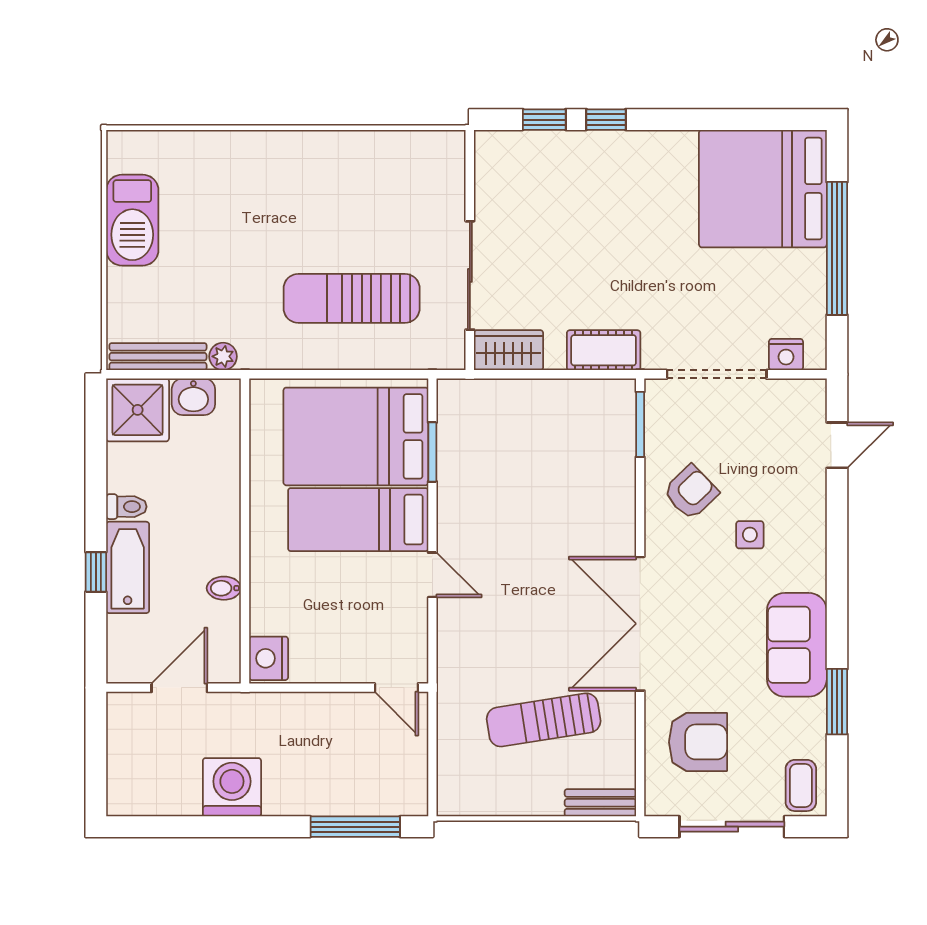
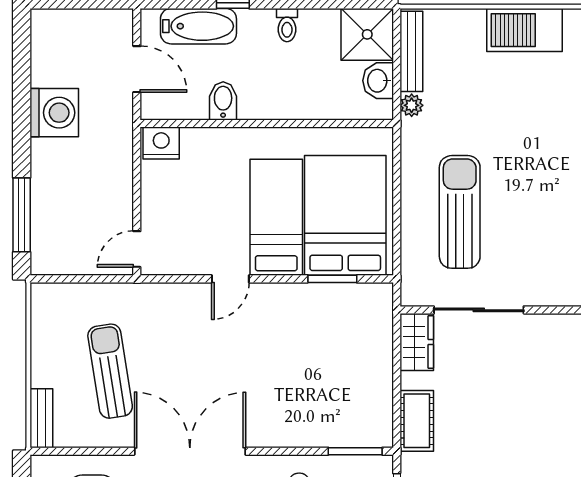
bathtub: (128, 567) -> (198, 26), moved
bidet: (224, 588) -> (223, 101), width x1.38, depth x1.36

